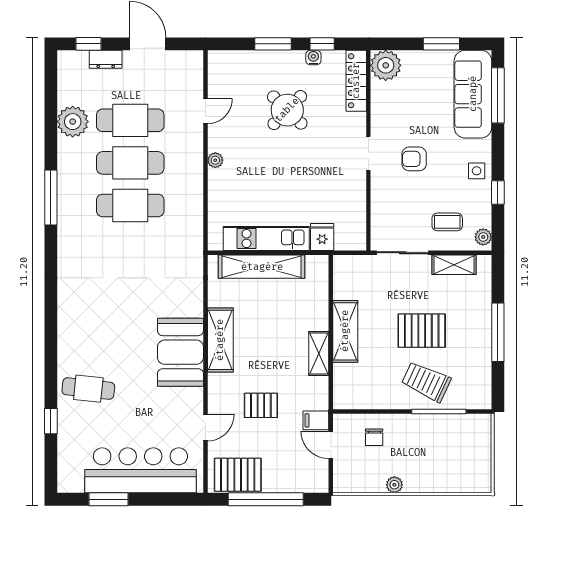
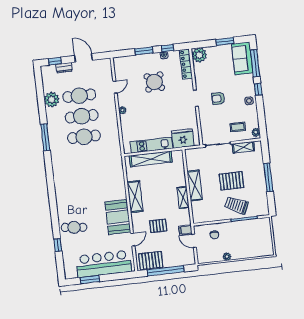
sofa: (473, 94) -> (242, 58), width x0.73
window: (498, 192) -> (258, 89), moved
fridge: (322, 237) -> (183, 138), width x1.88, depth x1.34
booth: (180, 352) -> (118, 217), moved

